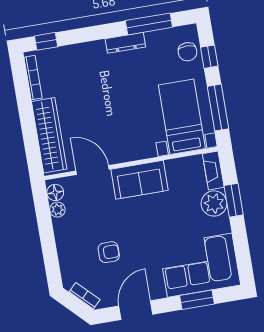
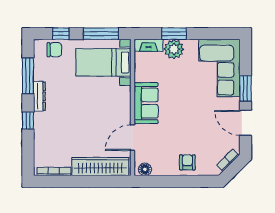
window: (46, 41) -> (28, 121), moved
plant: (57, 210) -> (158, 170), removed
armchair: (109, 252) -> (187, 162), moved
window: (197, 300) -> (246, 88), moved

